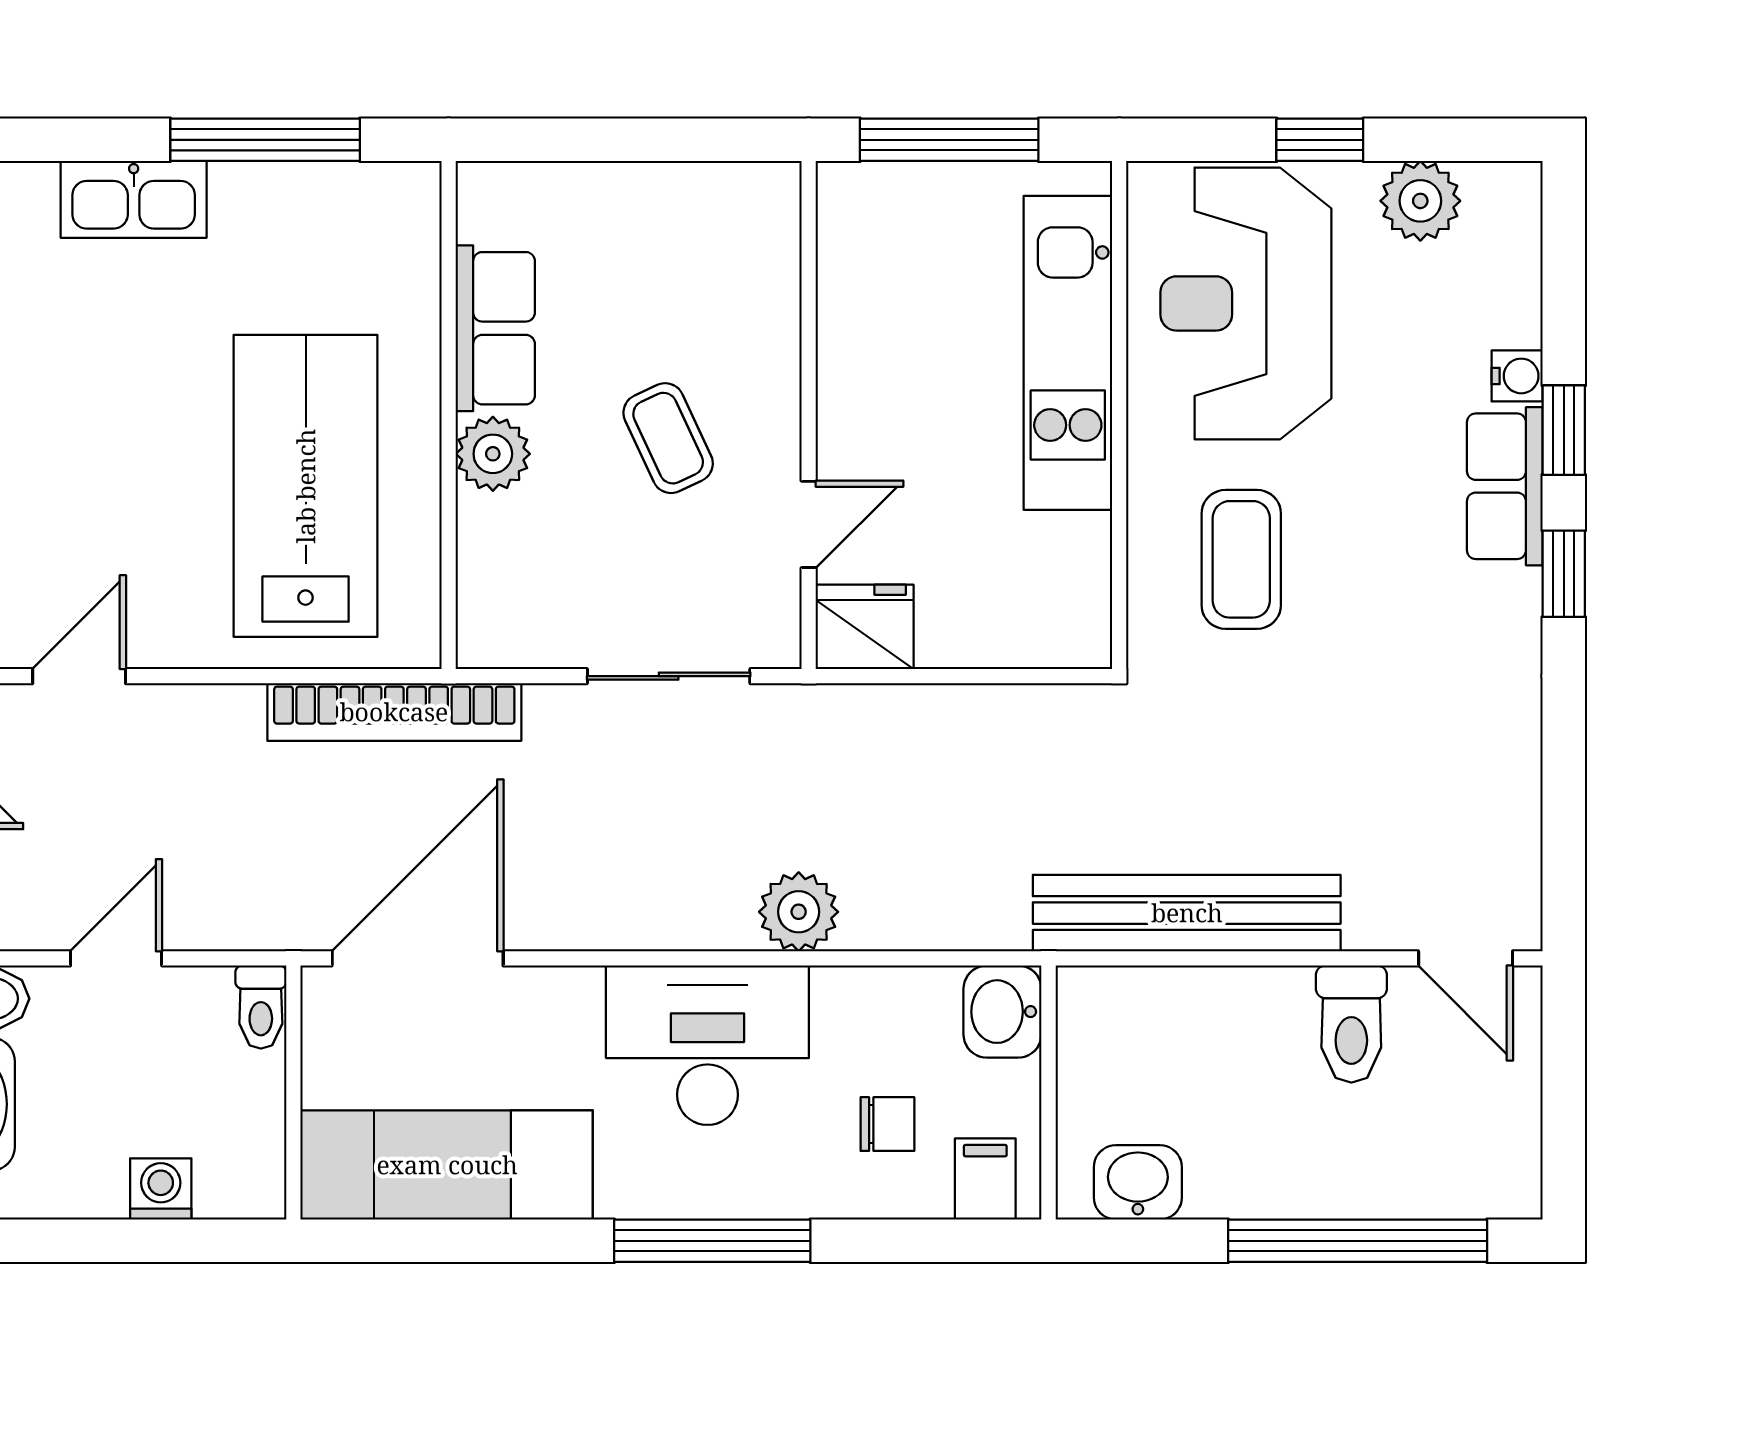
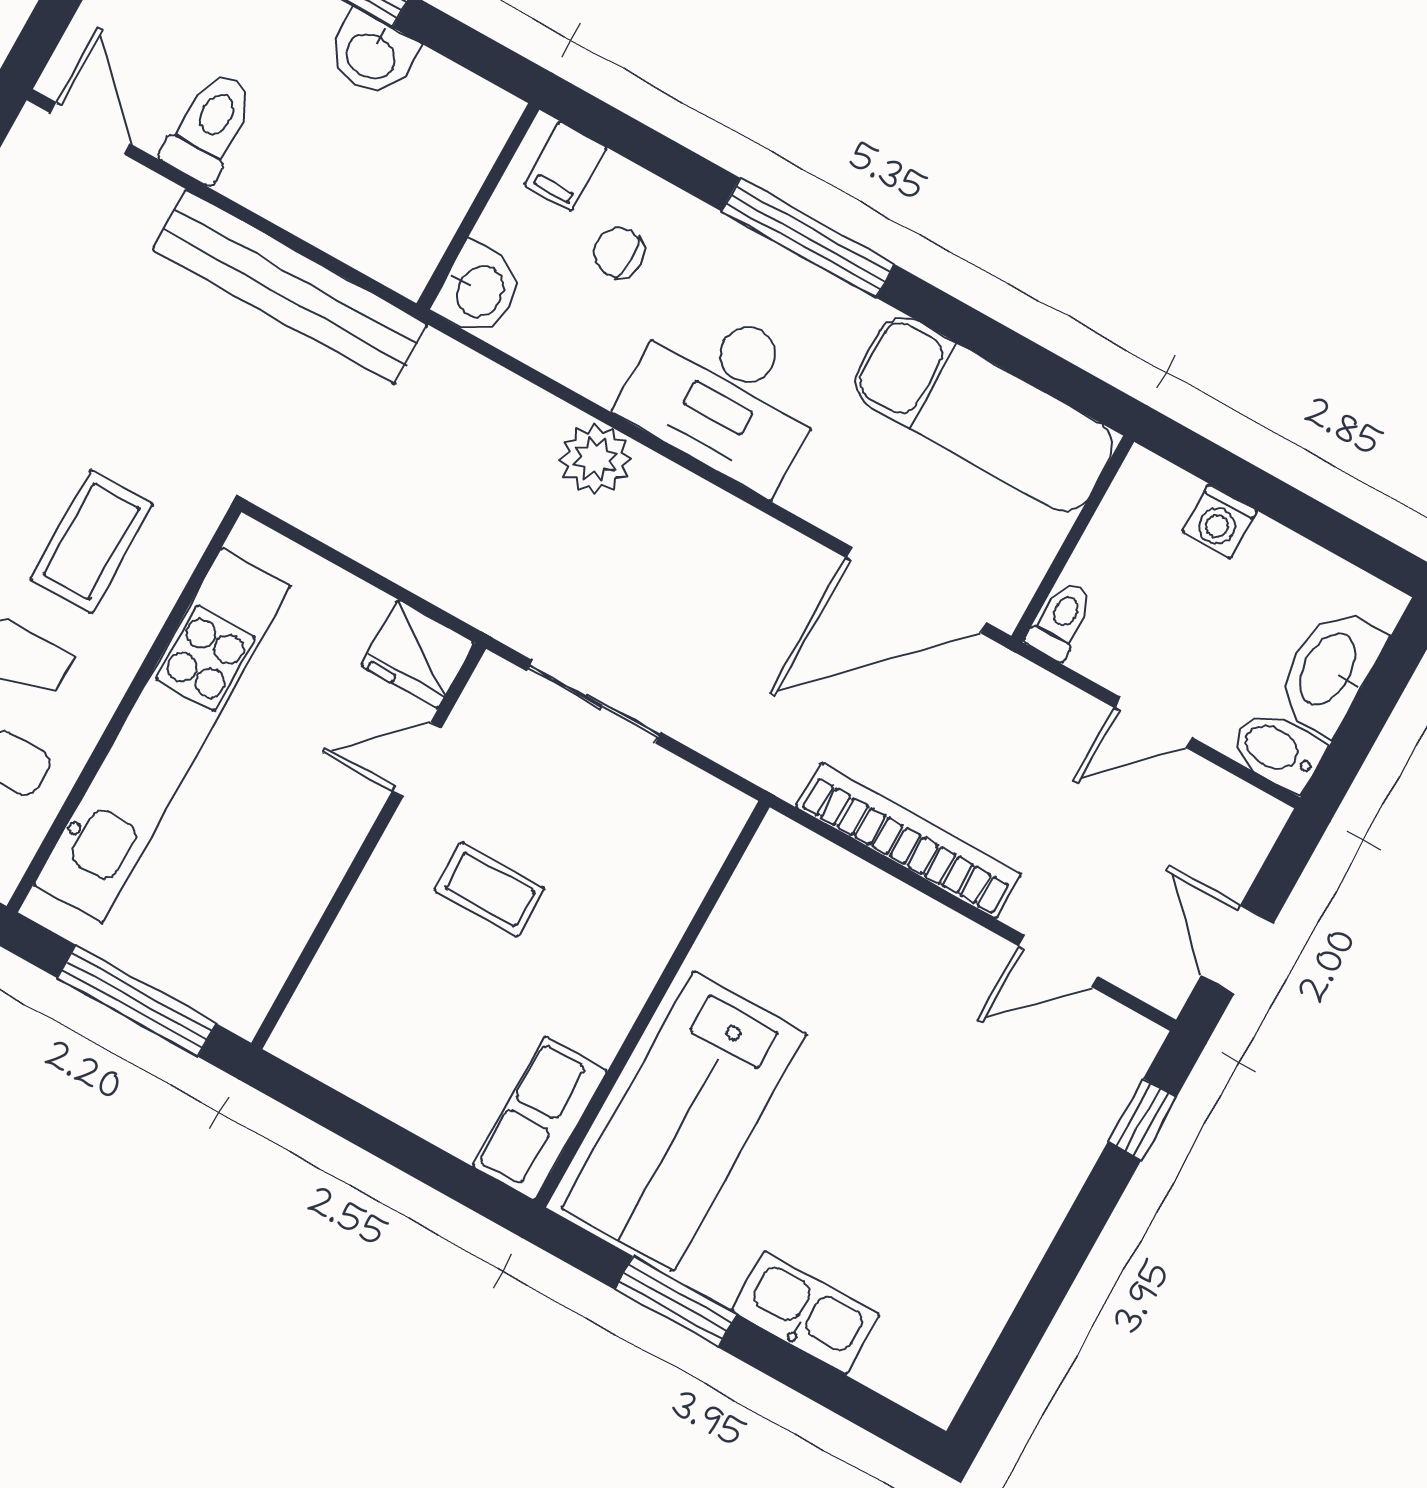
window: (265, 140) -> (676, 1302), width x0.69
row of seats: (495, 328) -> (540, 1119), moved
kitchen unit: (1068, 353) -> (162, 736), width x1.36
coffee table: (668, 438) -> (489, 889), turned -65
plant: (493, 454) -> (634, 954), removed
lab bench: (306, 486) -> (684, 1121), moved
bookcase: (394, 712) -> (908, 840), moved
washbasin: (1138, 1182) -> (372, 54), moved

